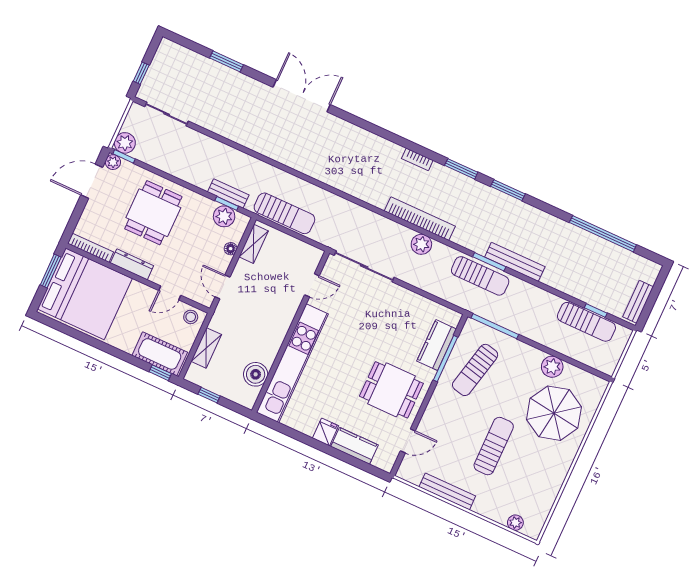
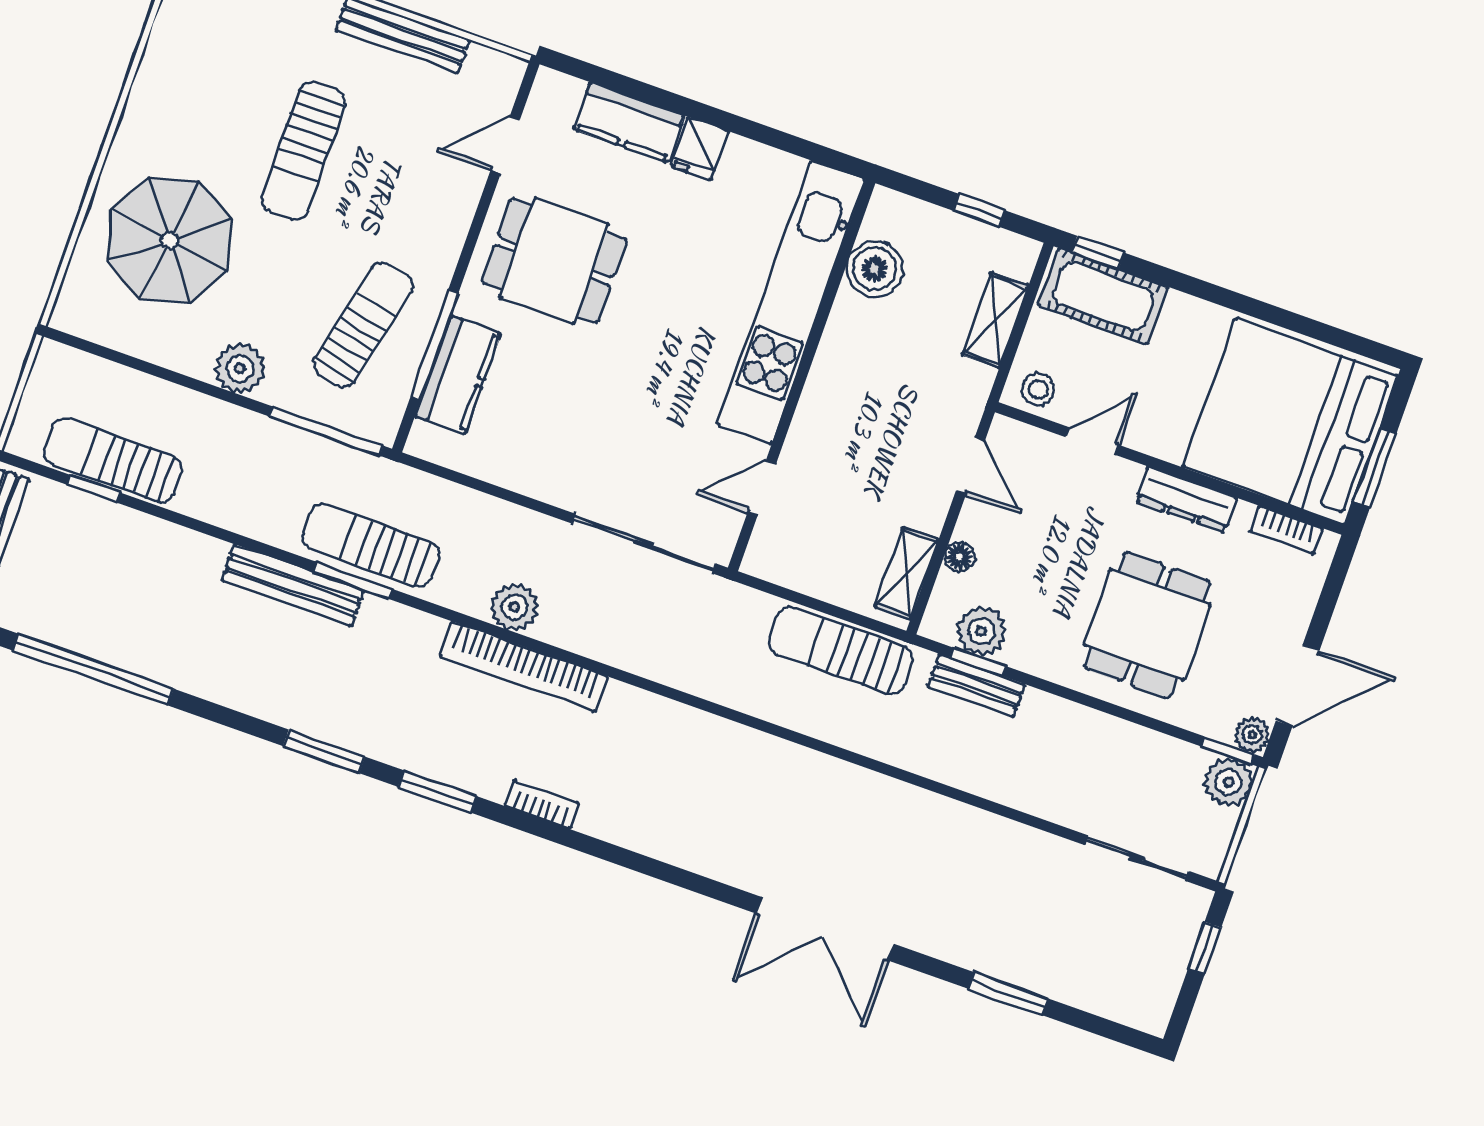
bookcase: (91, 248) -> (1286, 530), width x0.64
plant: (552, 367) -> (240, 368), moved

